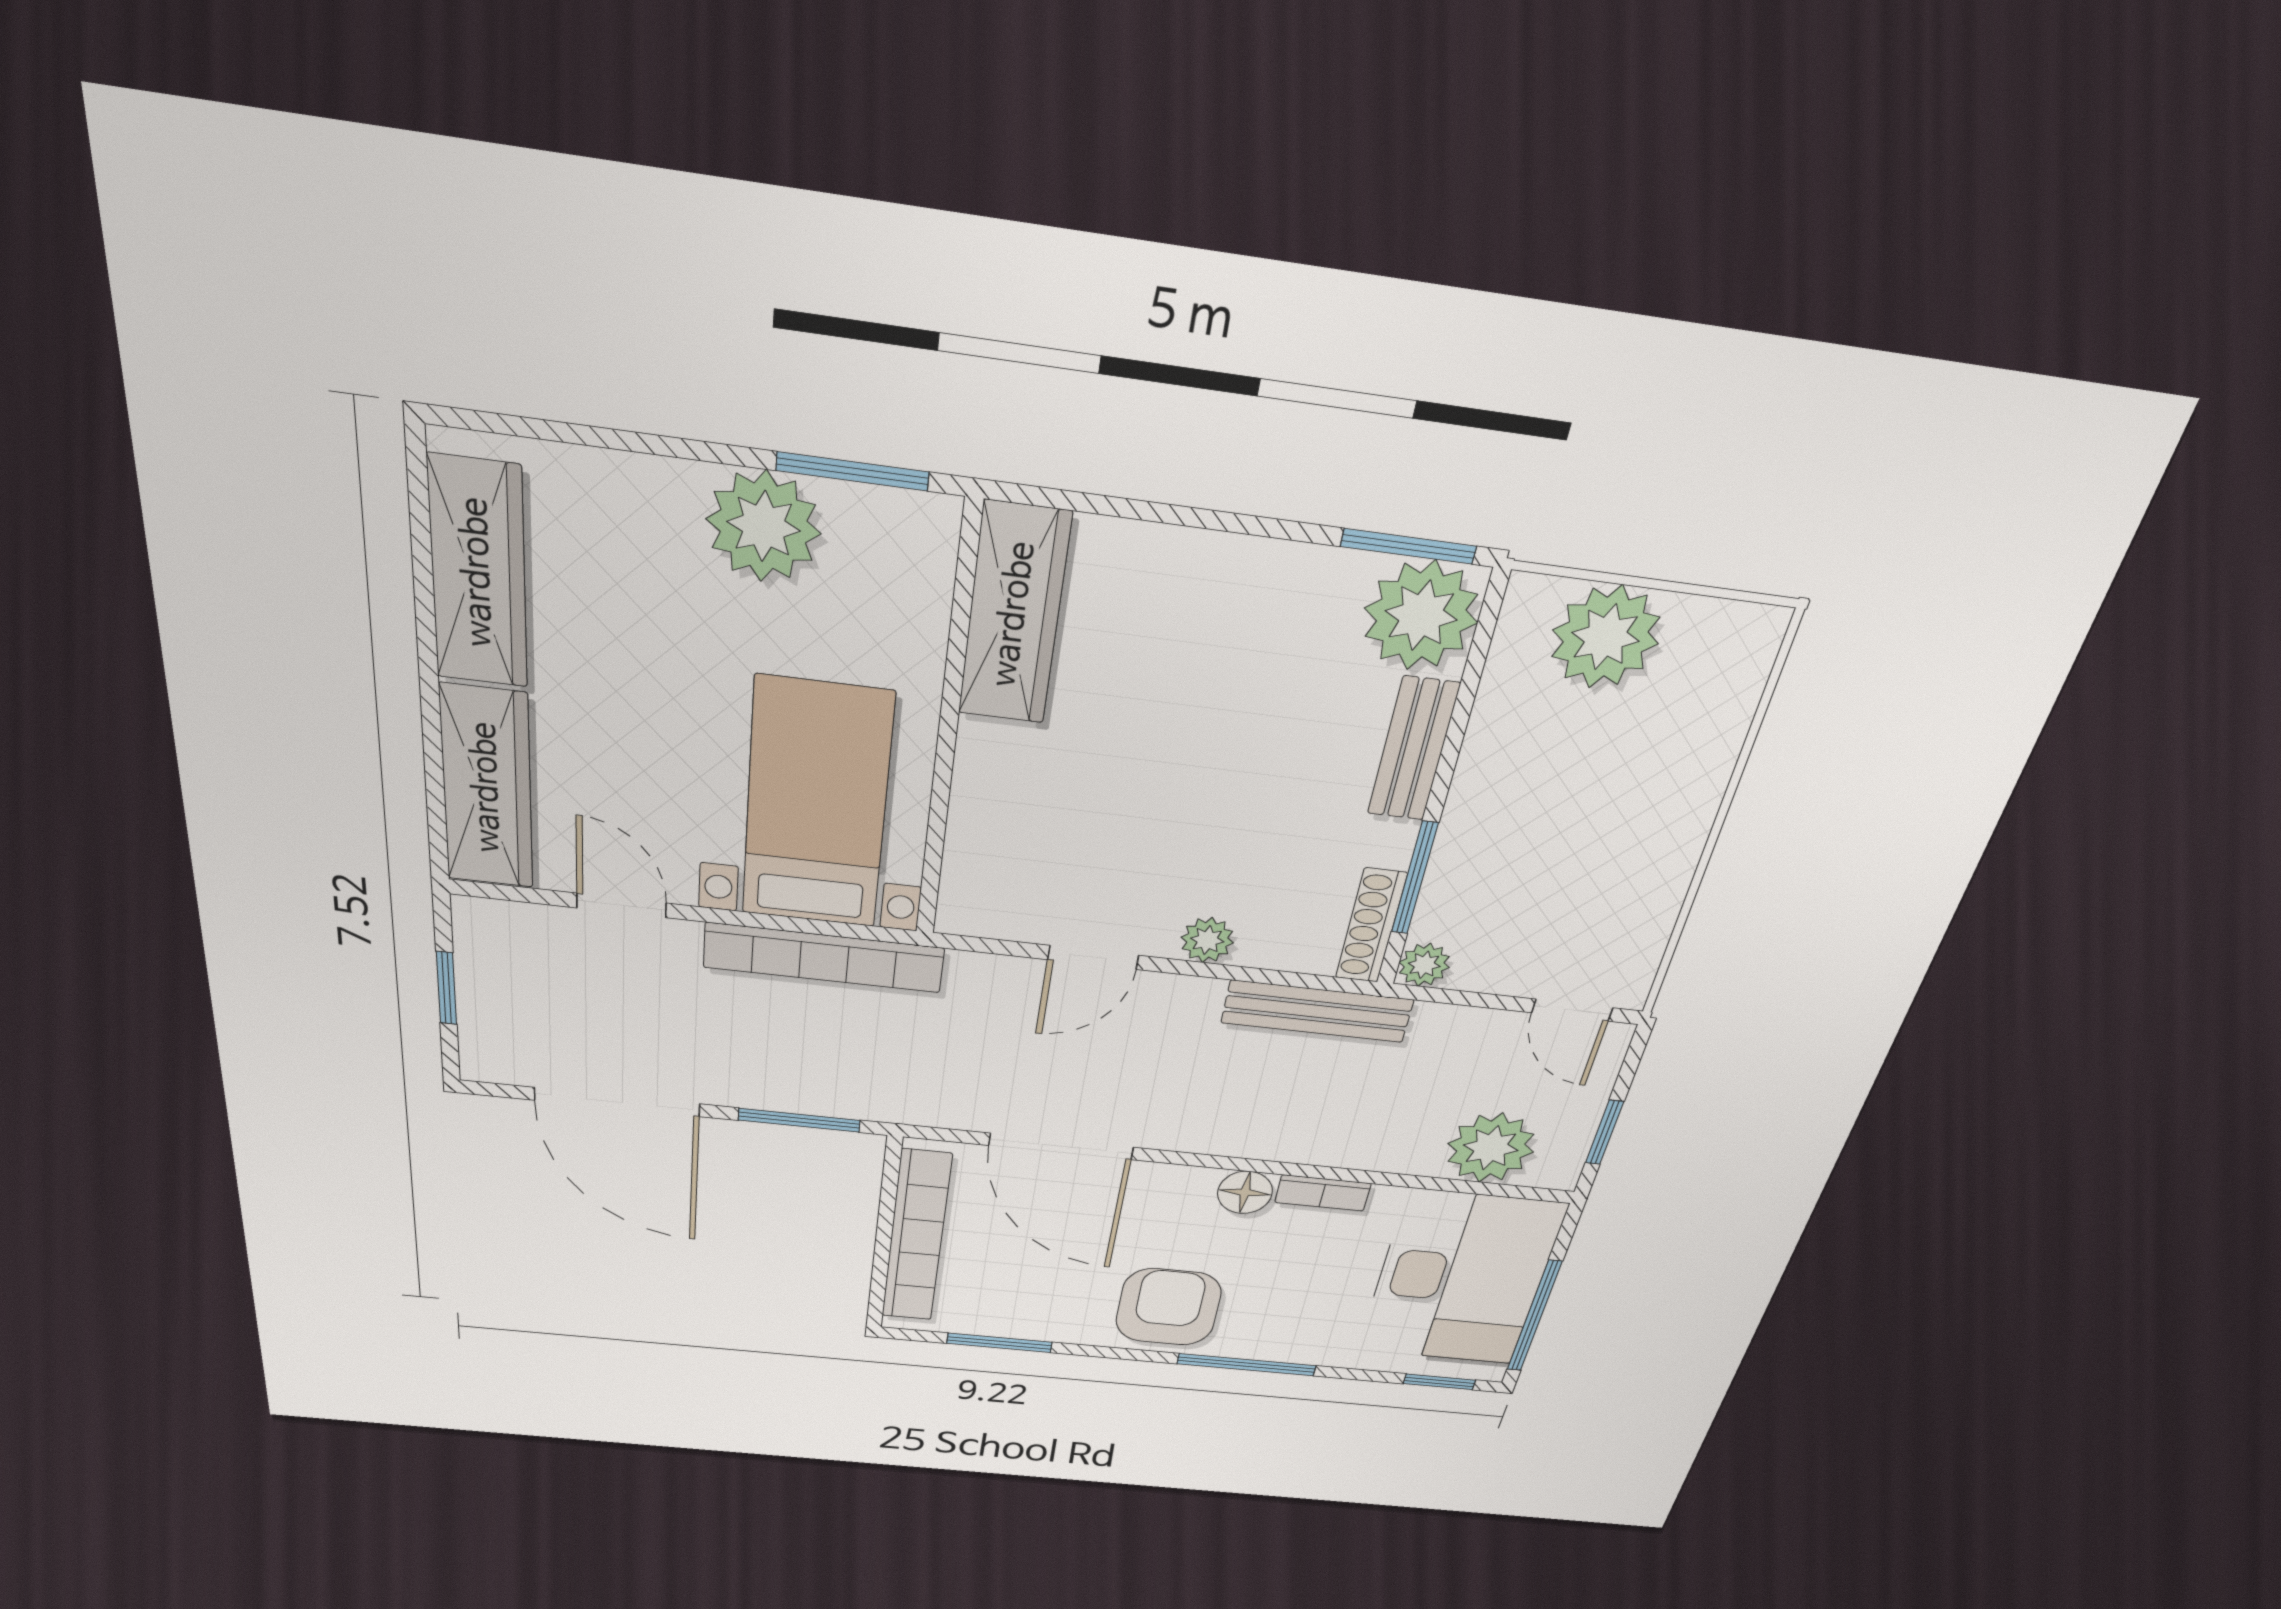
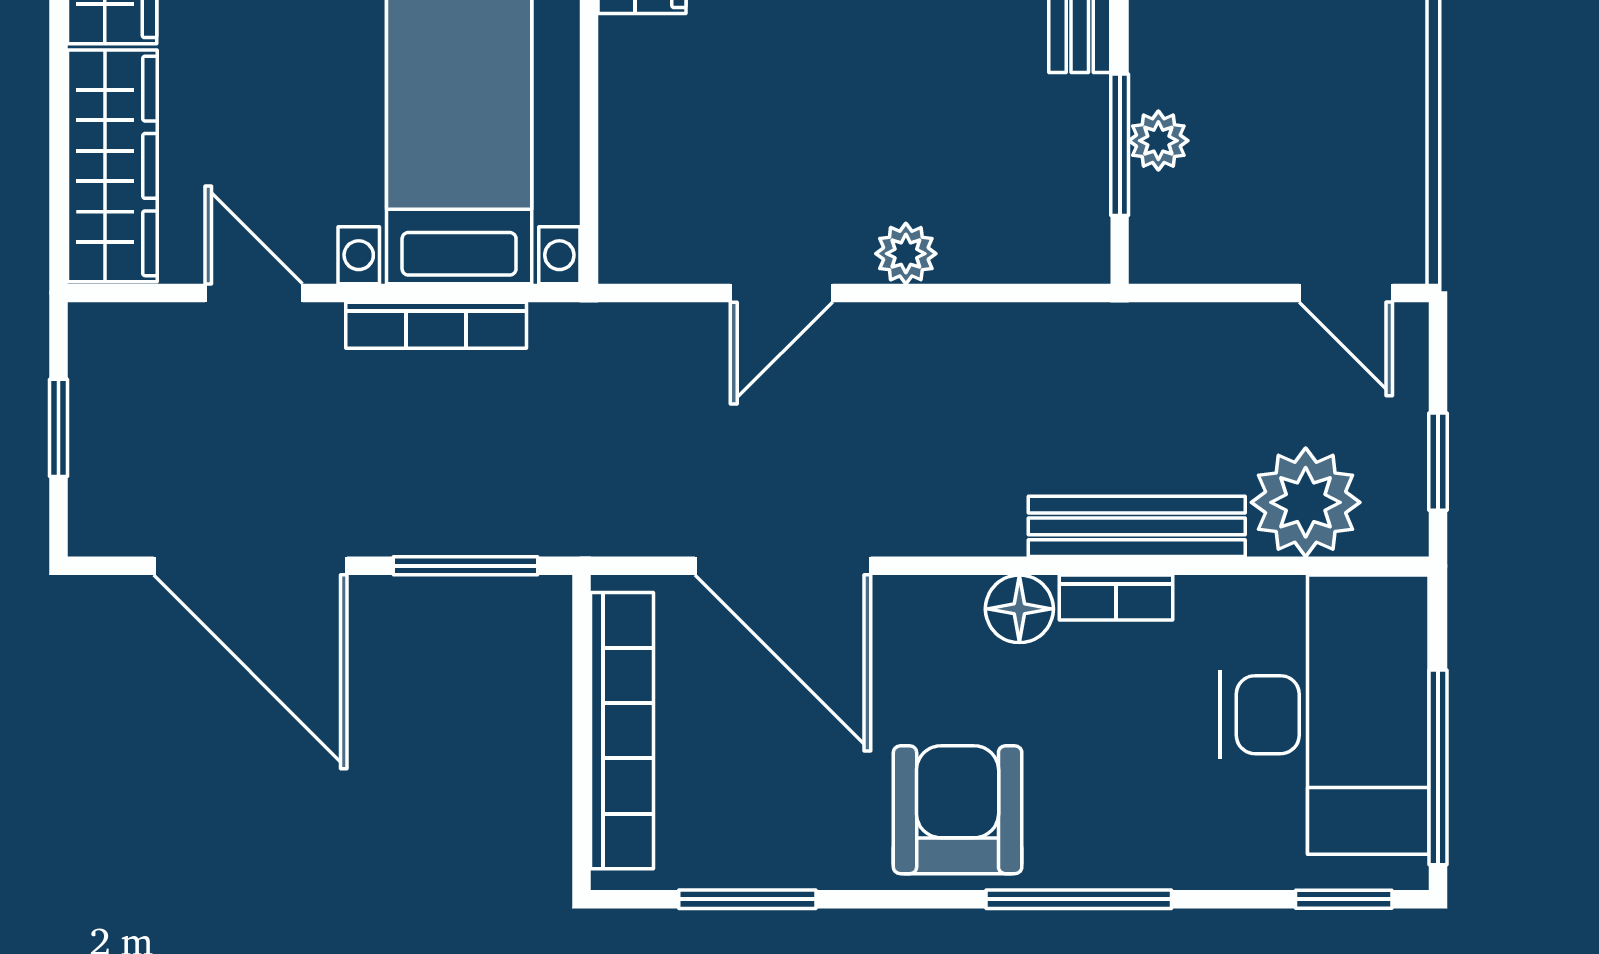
shoe rack: (1371, 926) -> (1086, 211), removed
bookcase: (824, 958) -> (436, 325), width x0.68, depth x0.76
plant: (1424, 965) -> (1158, 141), moved
bench: (1317, 1011) -> (1137, 526), moved

